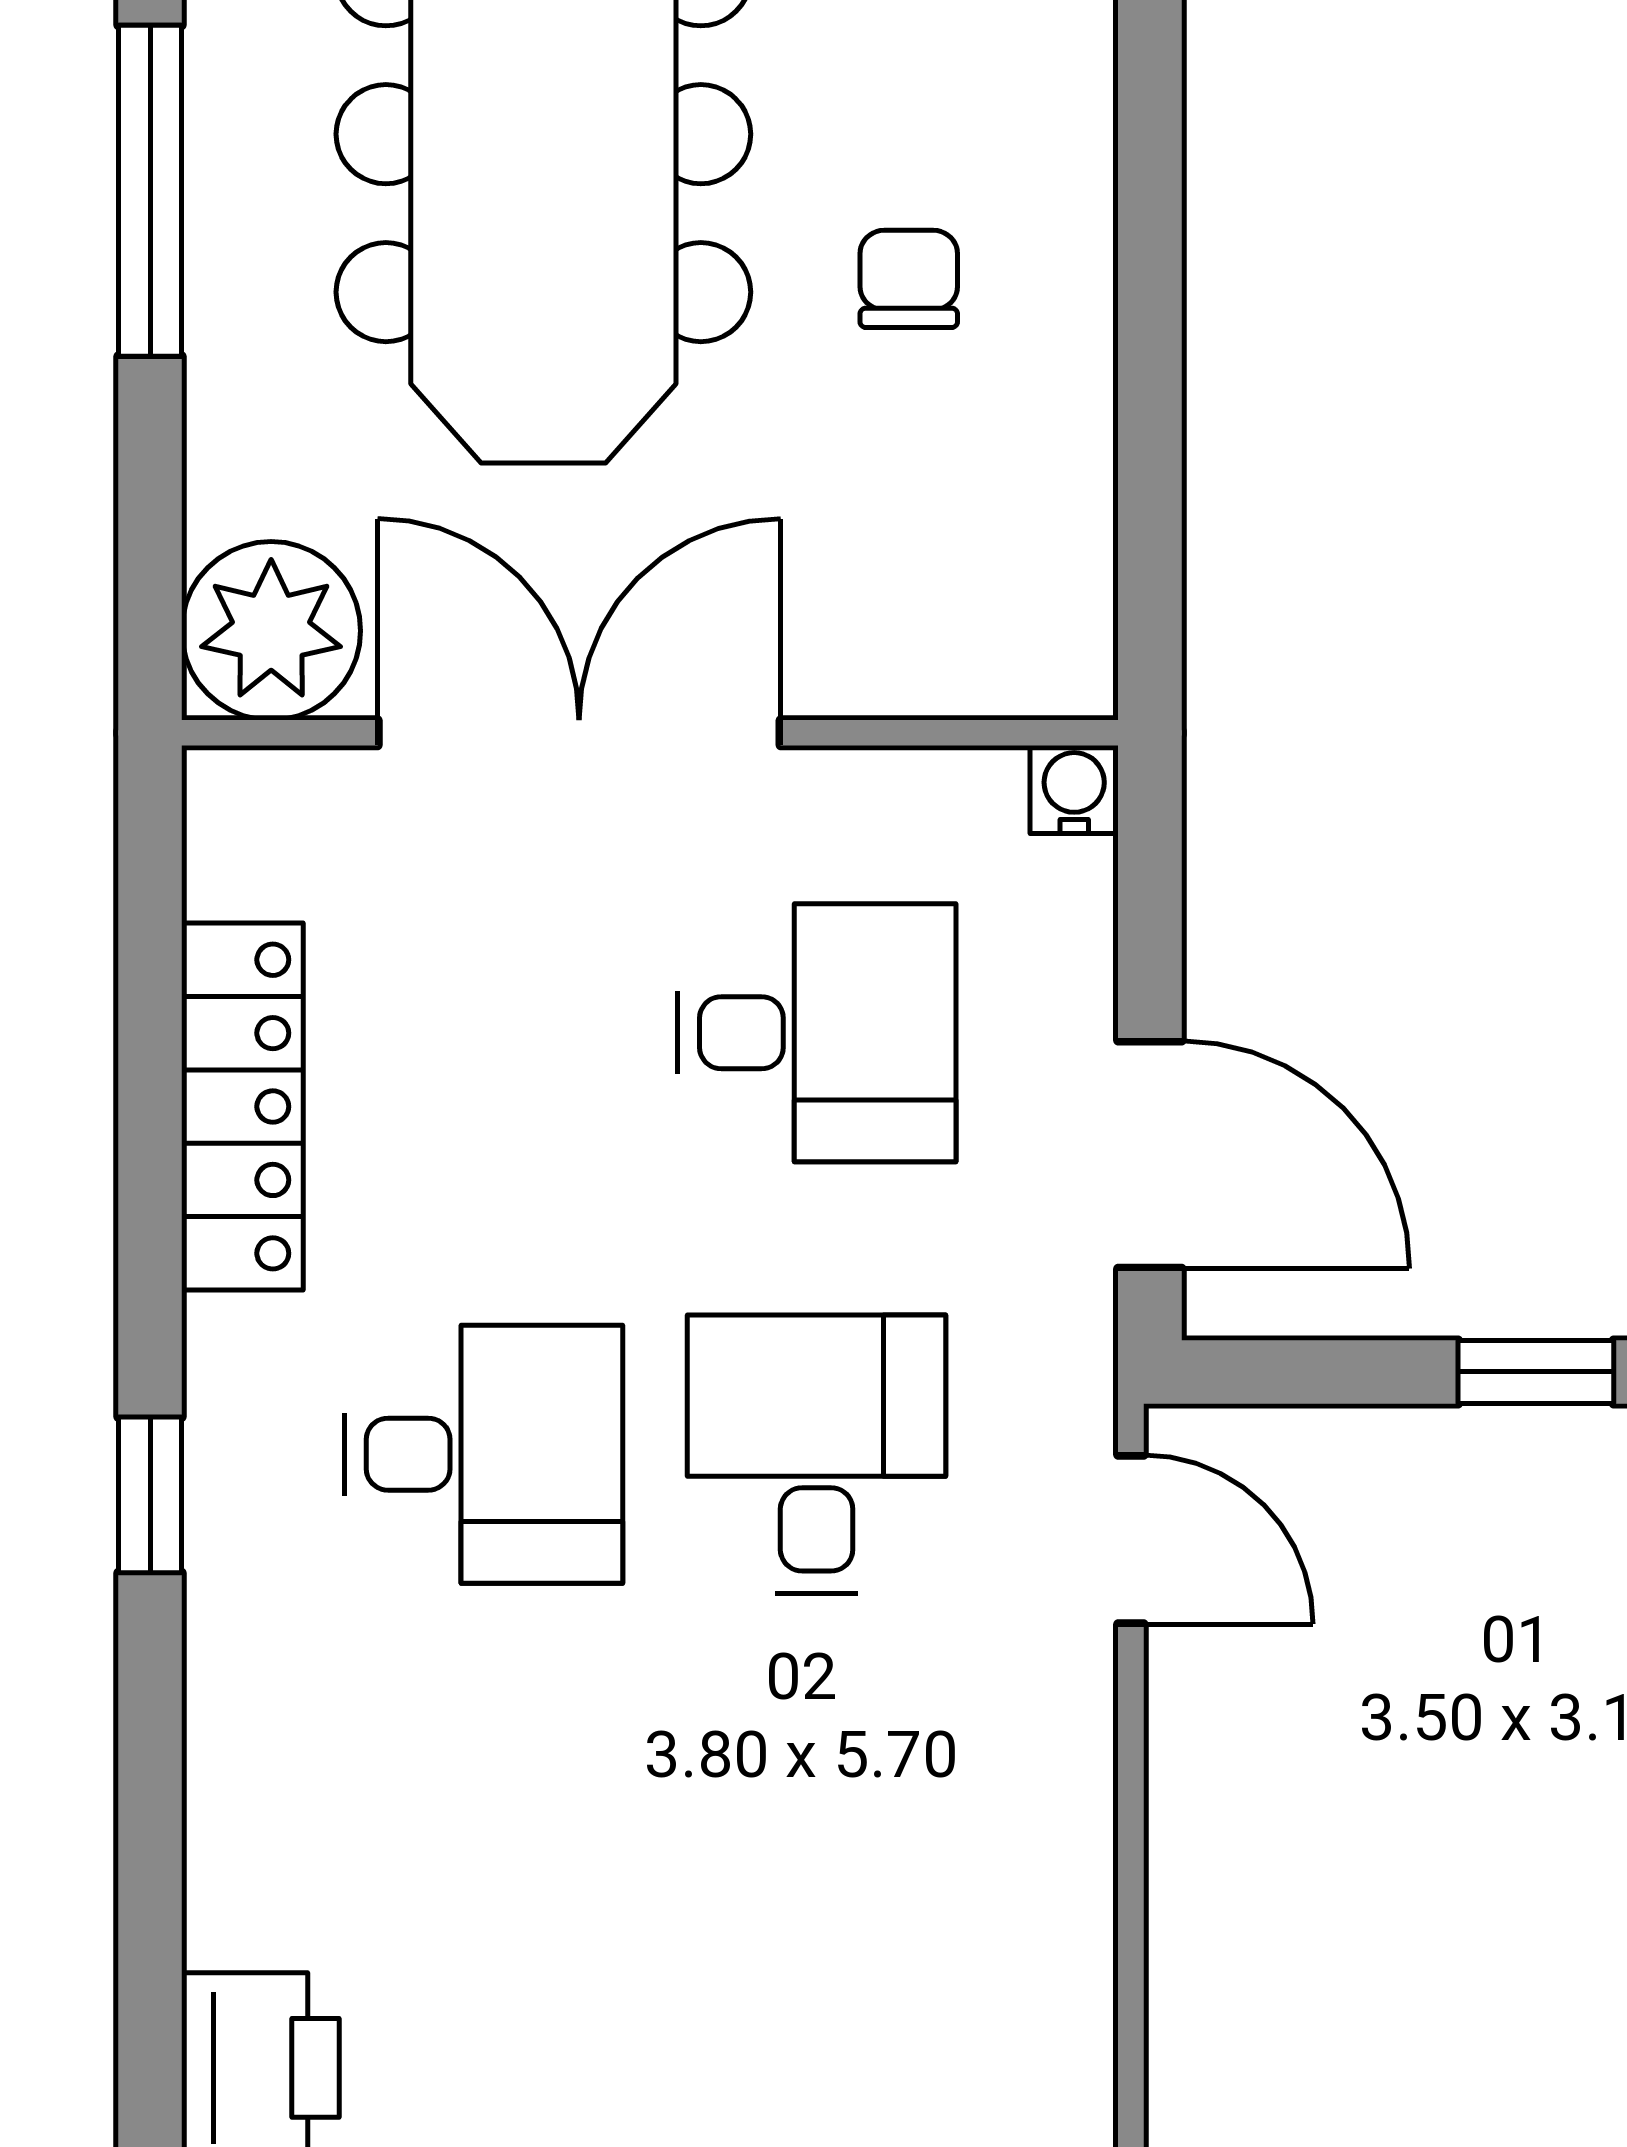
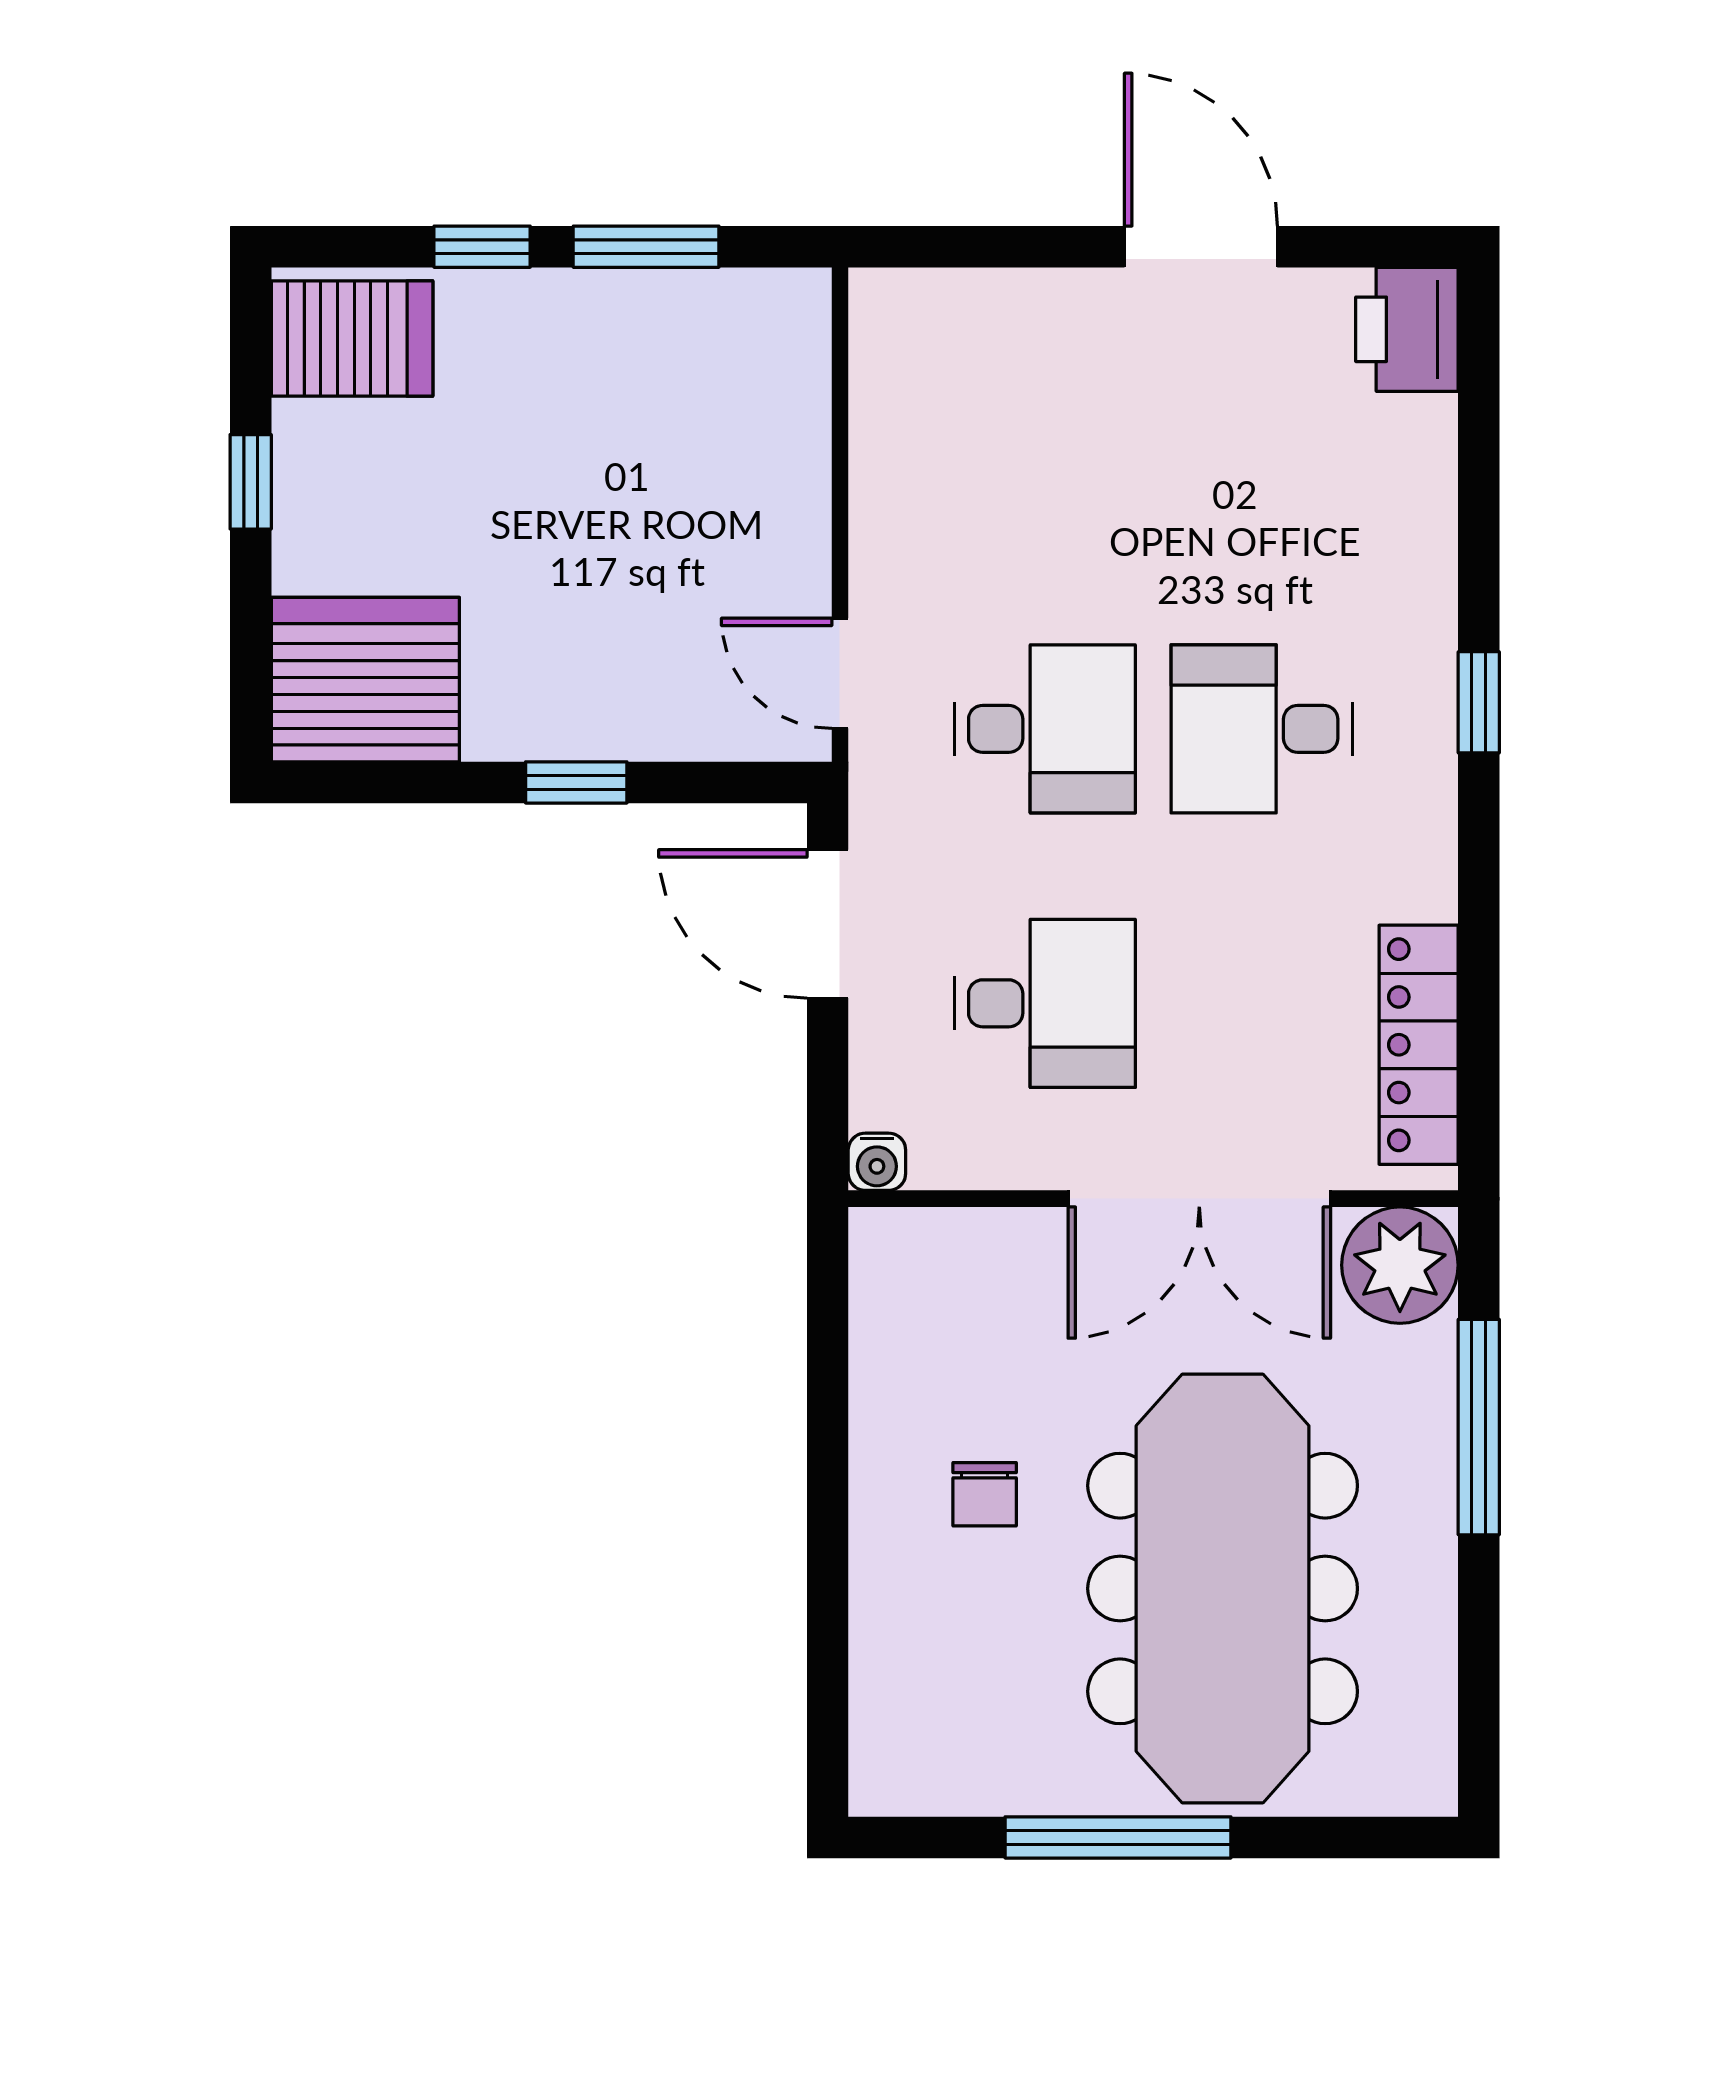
window: (150, 191) -> (1479, 1427), moved
desk: (817, 1033) -> (1045, 1003), turned 180
locker: (242, 1107) -> (1419, 1045), moved
desk: (817, 1454) -> (1045, 729), turned -90

